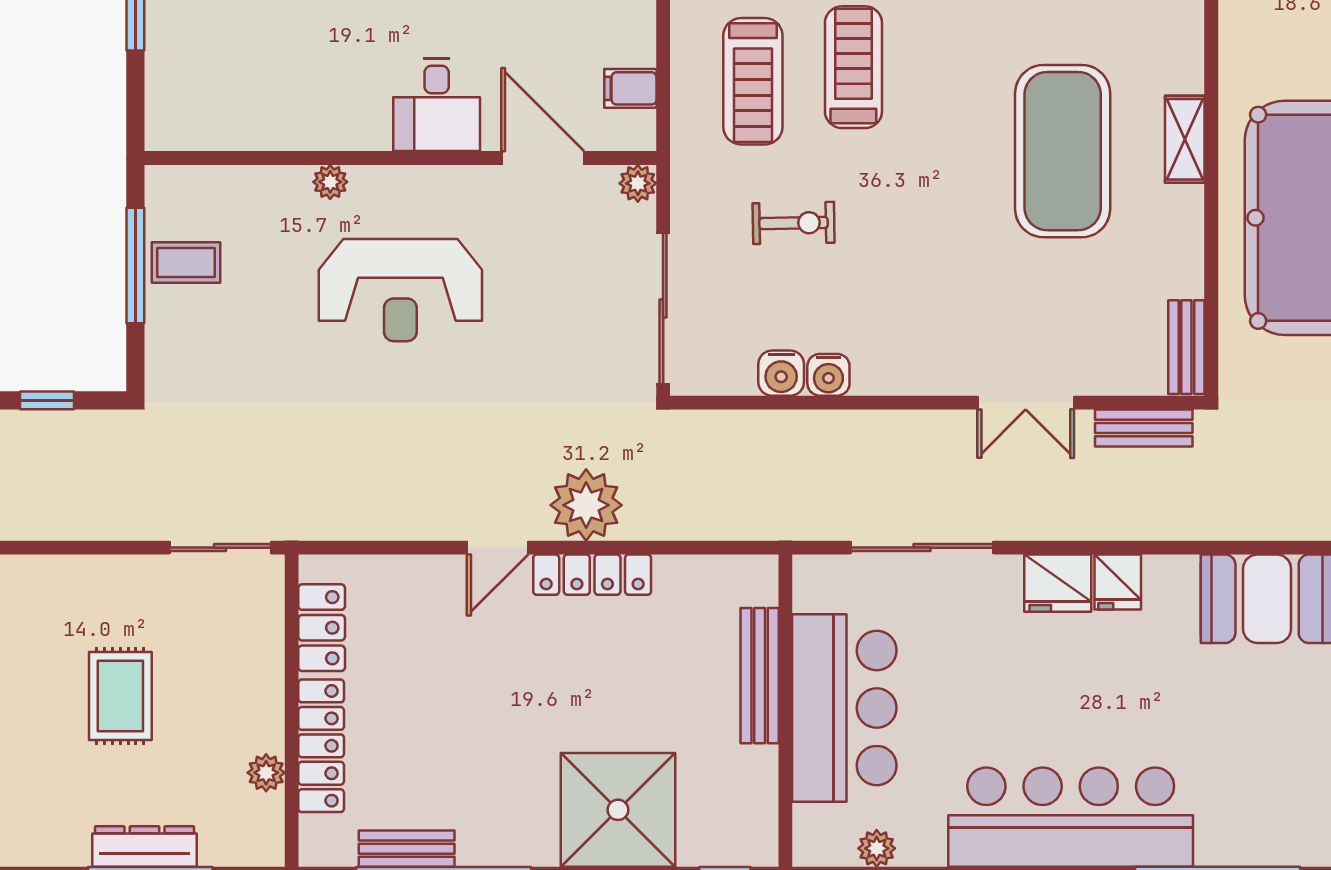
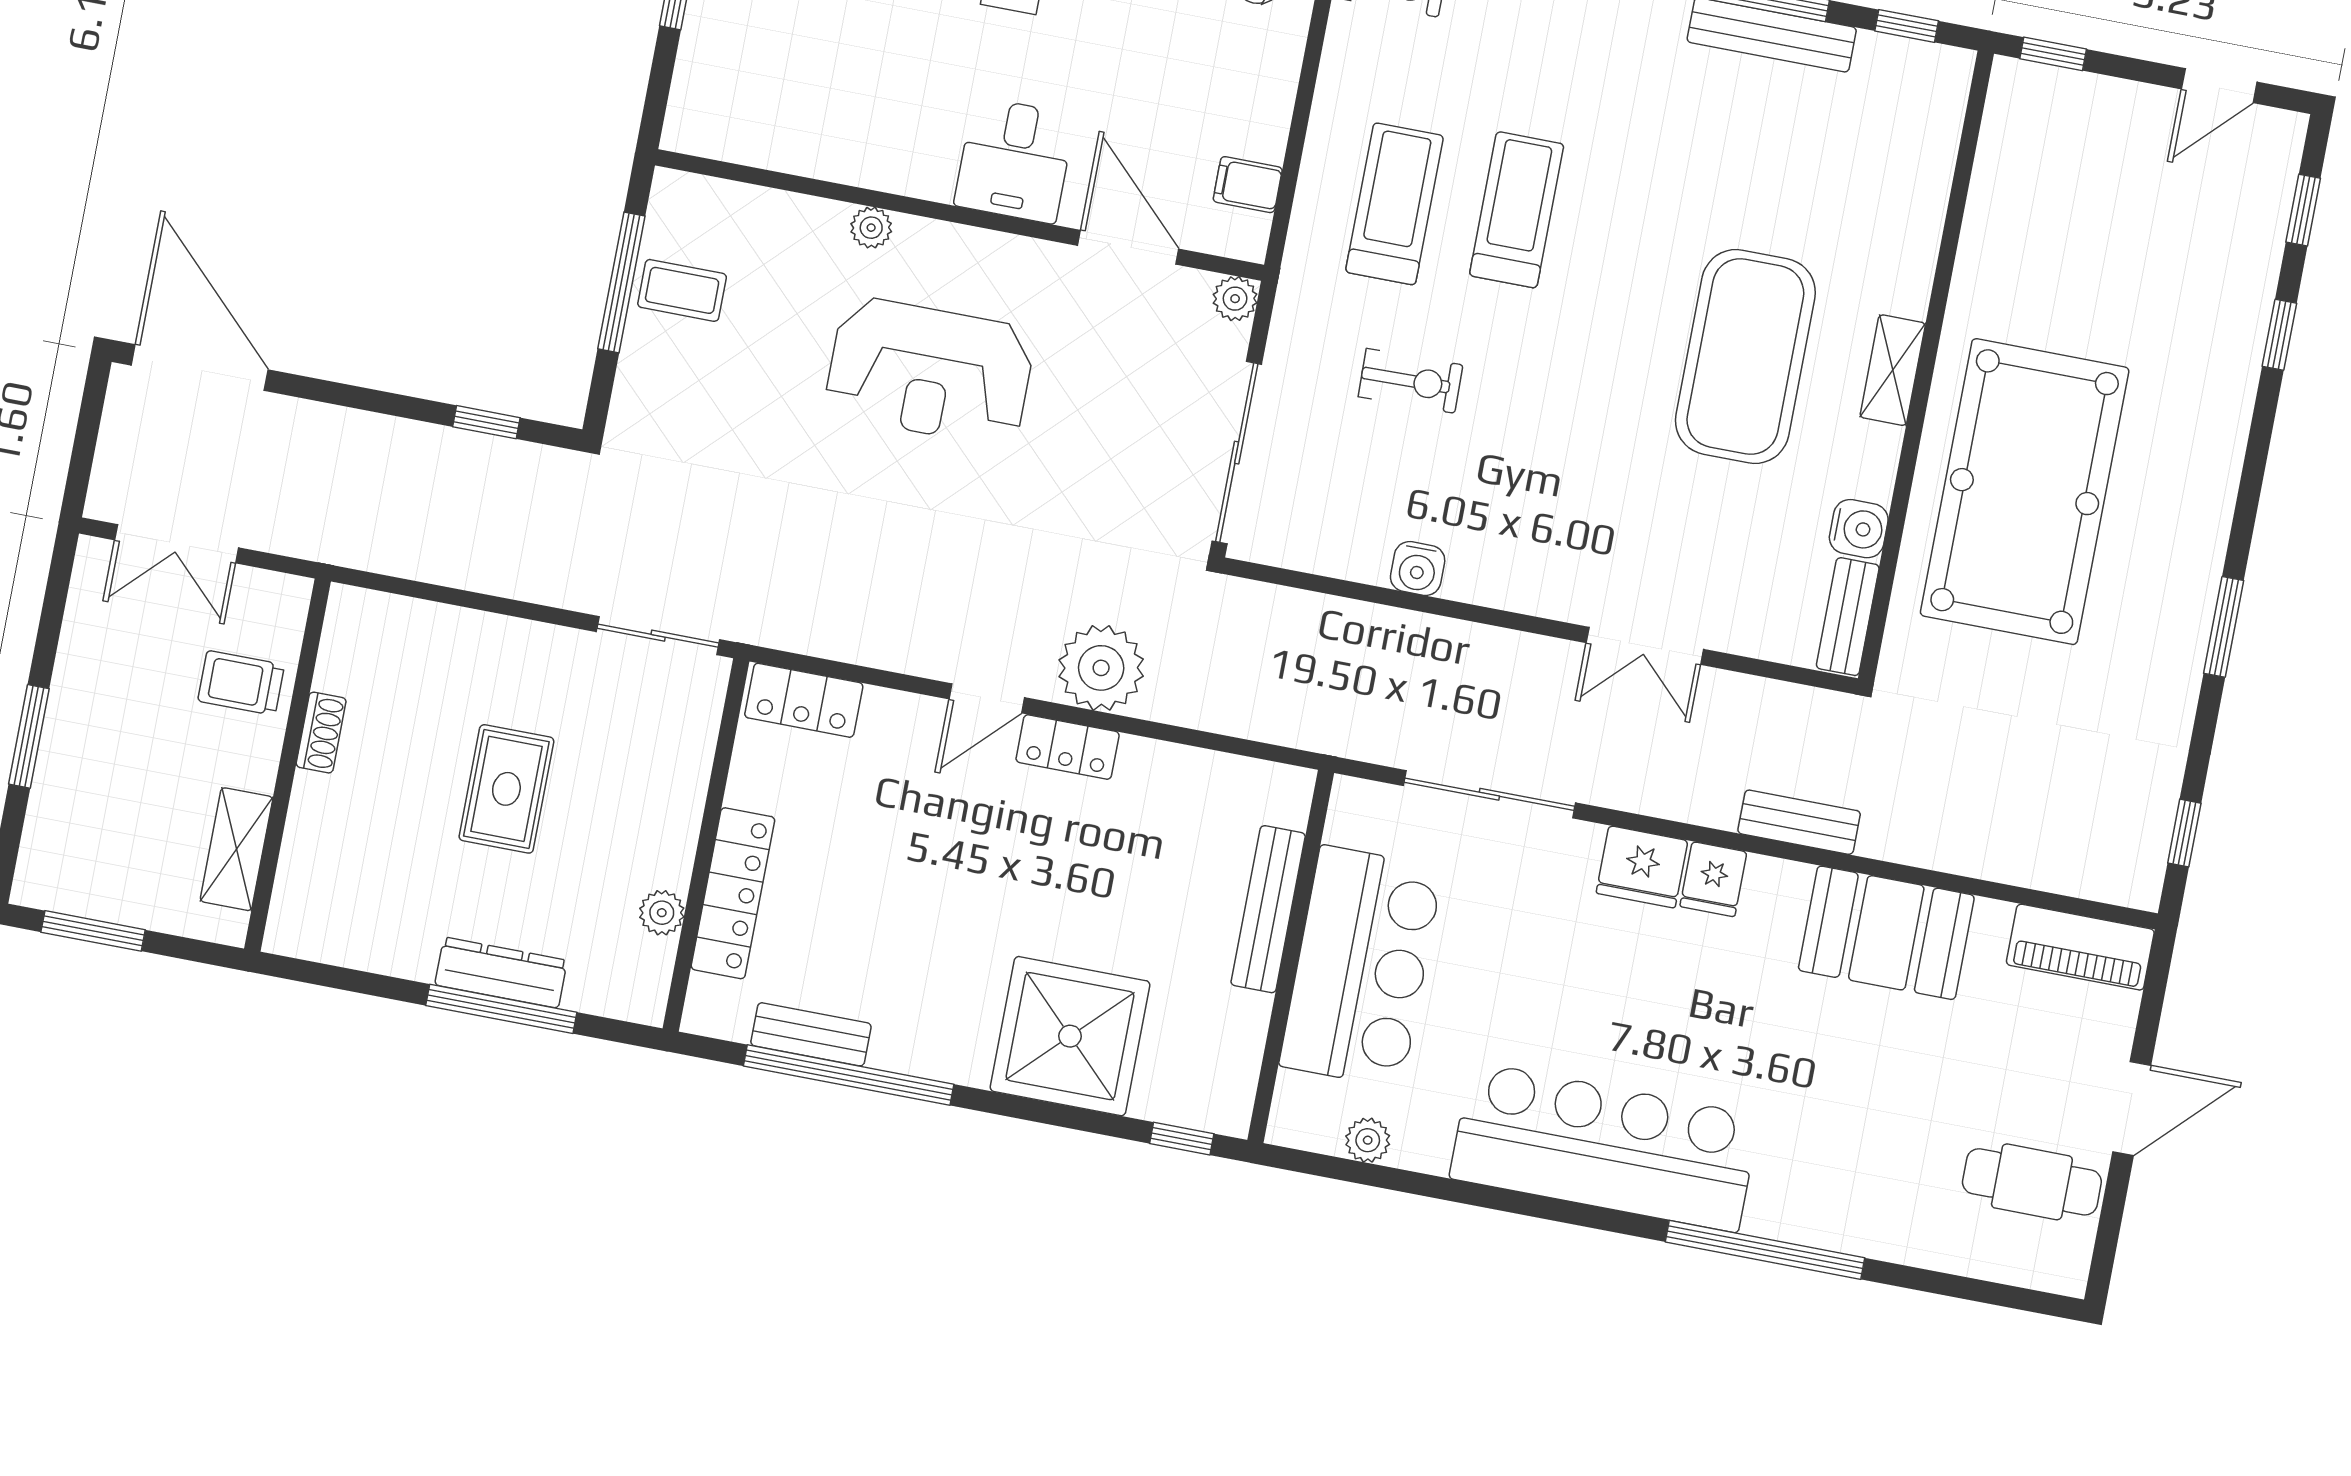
treadmill: (753, 81) -> (1394, 204), turned 180
water cooler: (781, 373) -> (1859, 529), moved, turned -90
bench: (1144, 428) -> (1799, 822), moved
locker: (592, 575) -> (1068, 747), width x0.66
locker: (322, 628) -> (804, 700), moved, turned 90

